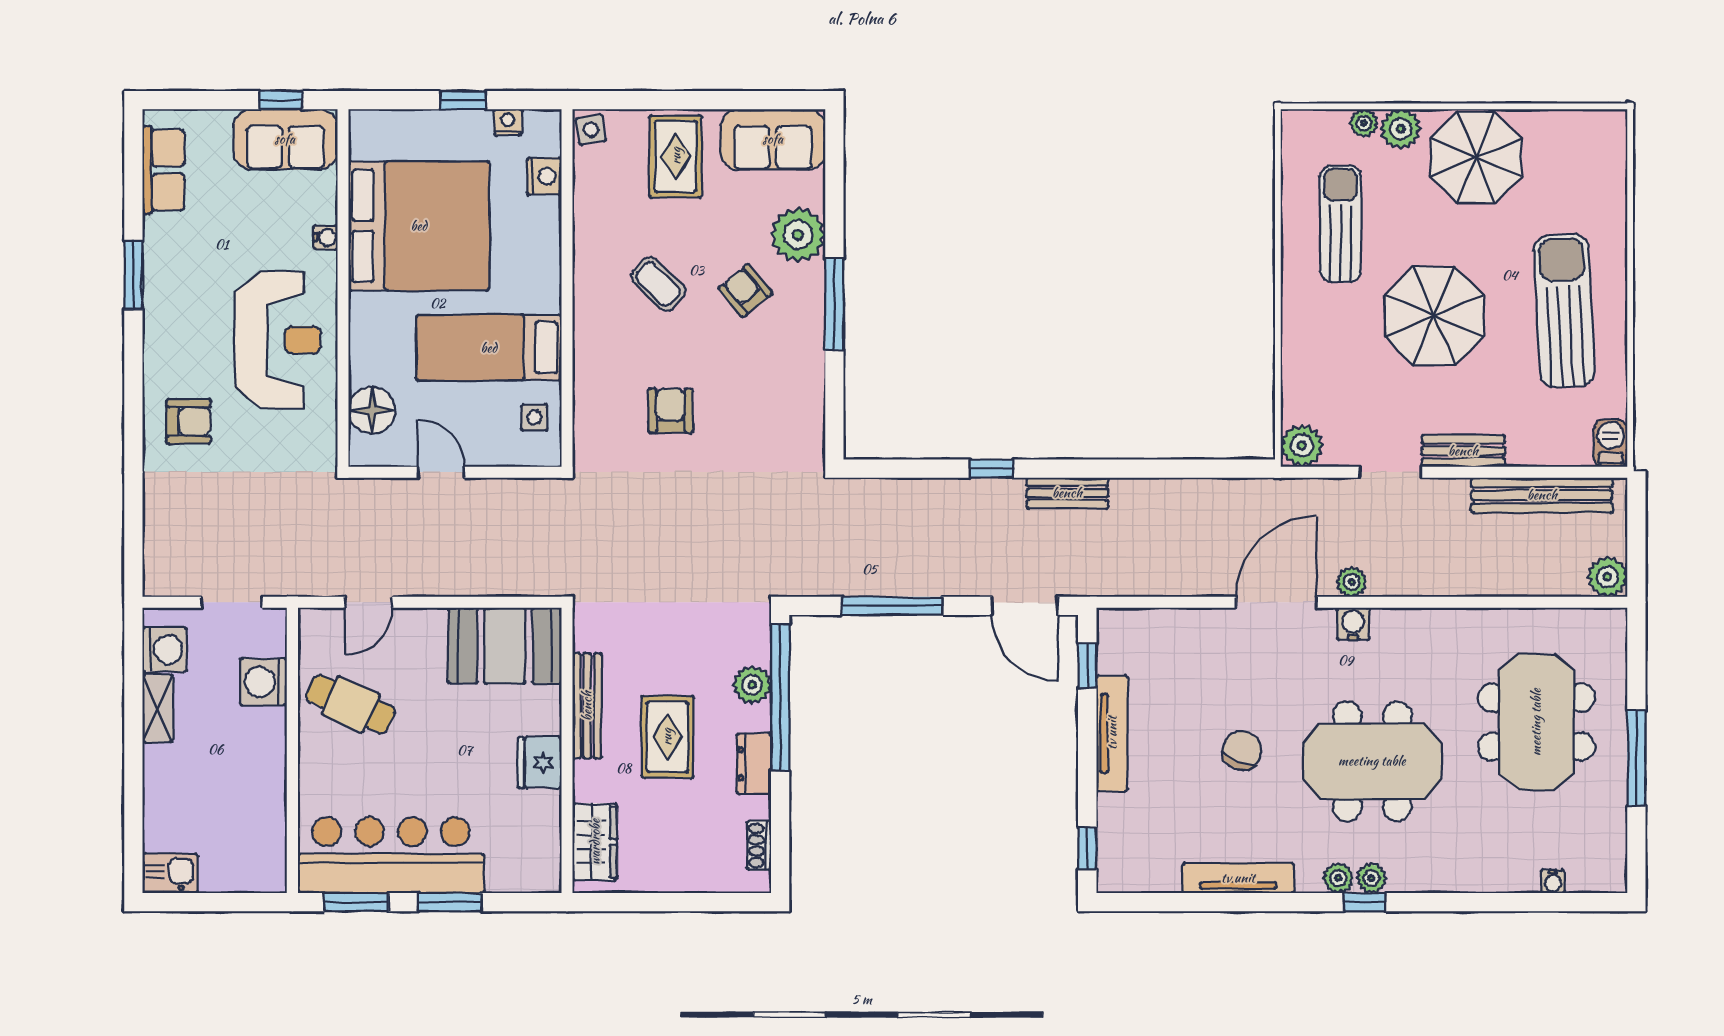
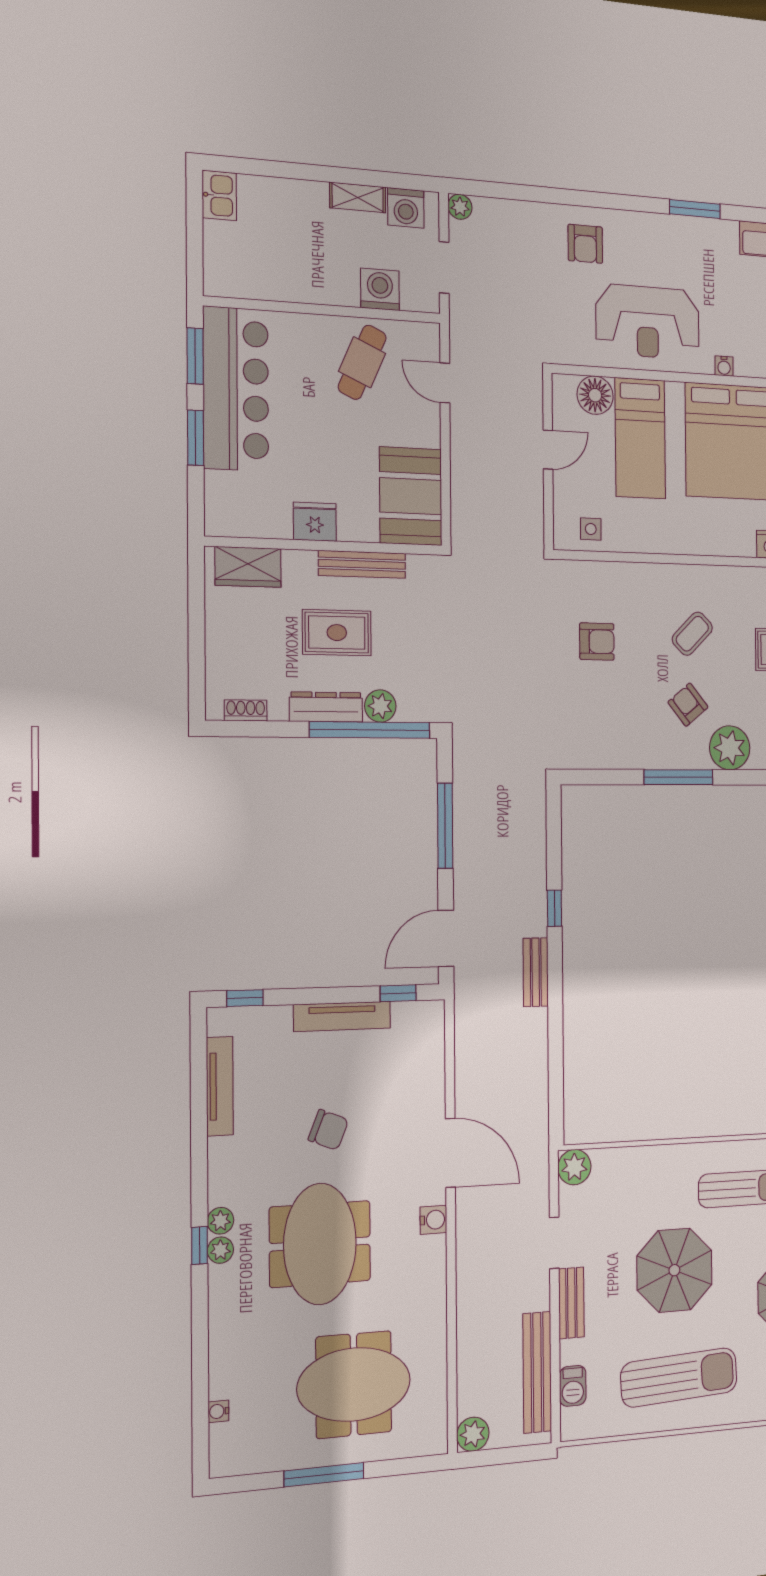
armchair: (745, 291) -> (688, 705), turned -89
bed: (489, 348) -> (640, 438), moved, turned 180
barbecue: (1611, 443) -> (573, 1386), moved, turned 90
plant: (1352, 582) -> (460, 207), moved
dresser: (754, 764) -> (326, 707), width x1.44
tv unit: (1238, 878) -> (220, 1086), moved

